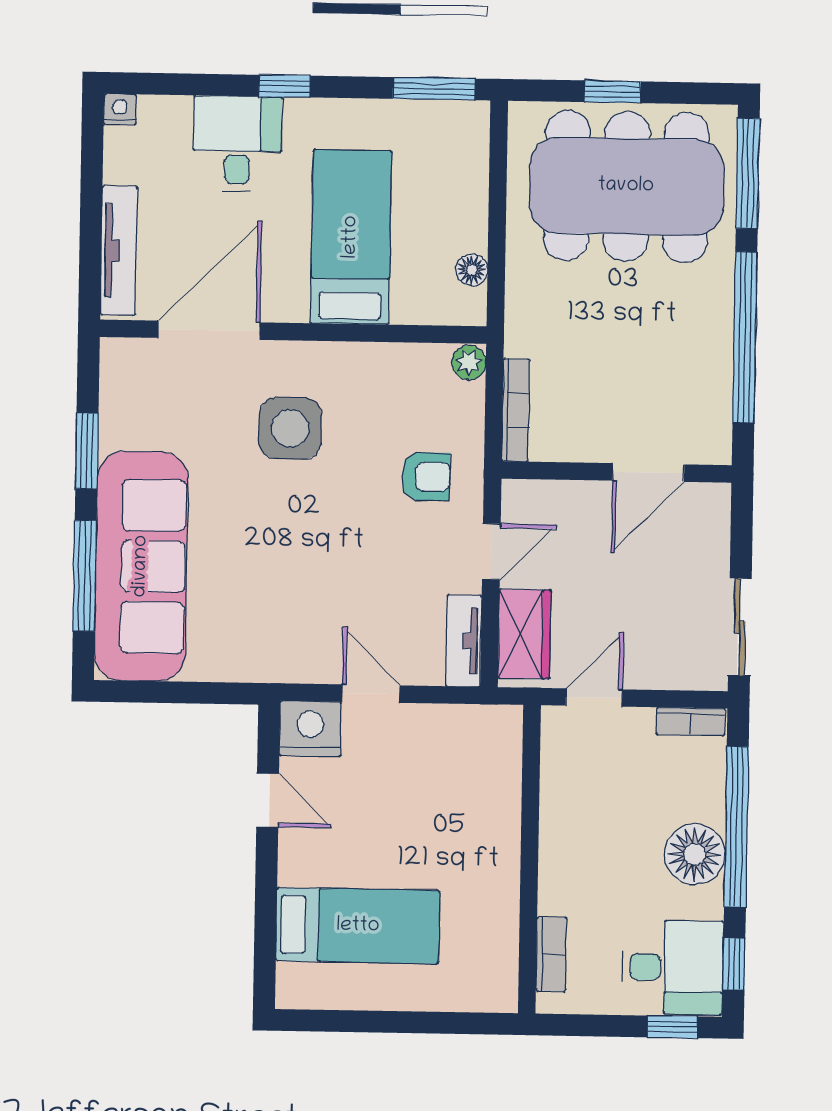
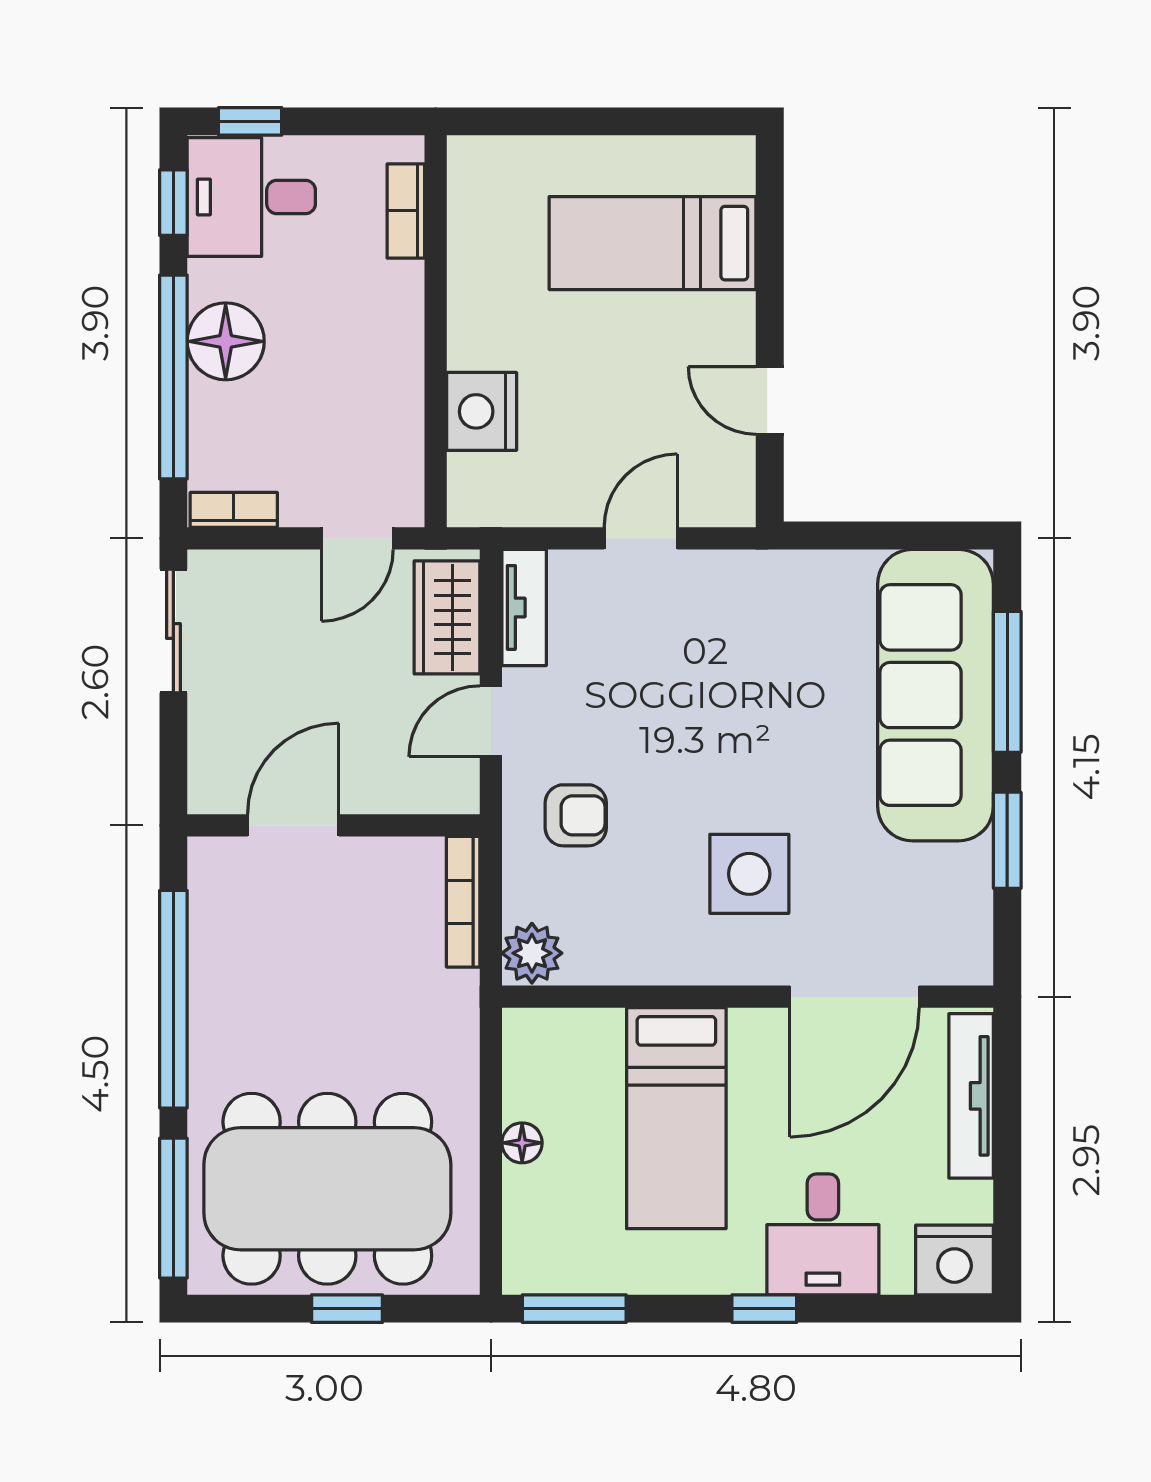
nightstand: (120, 109) -> (955, 1260), width x1.89, depth x1.79
floor lamp: (472, 270) -> (522, 1143), moved
plant: (469, 362) -> (532, 953), width x1.38, depth x1.38
armchair: (426, 477) -> (576, 815), turned 180
door: (371, 694) -> (641, 538), swing flipped
nightstand: (310, 729) -> (482, 411), moved, turned 90

